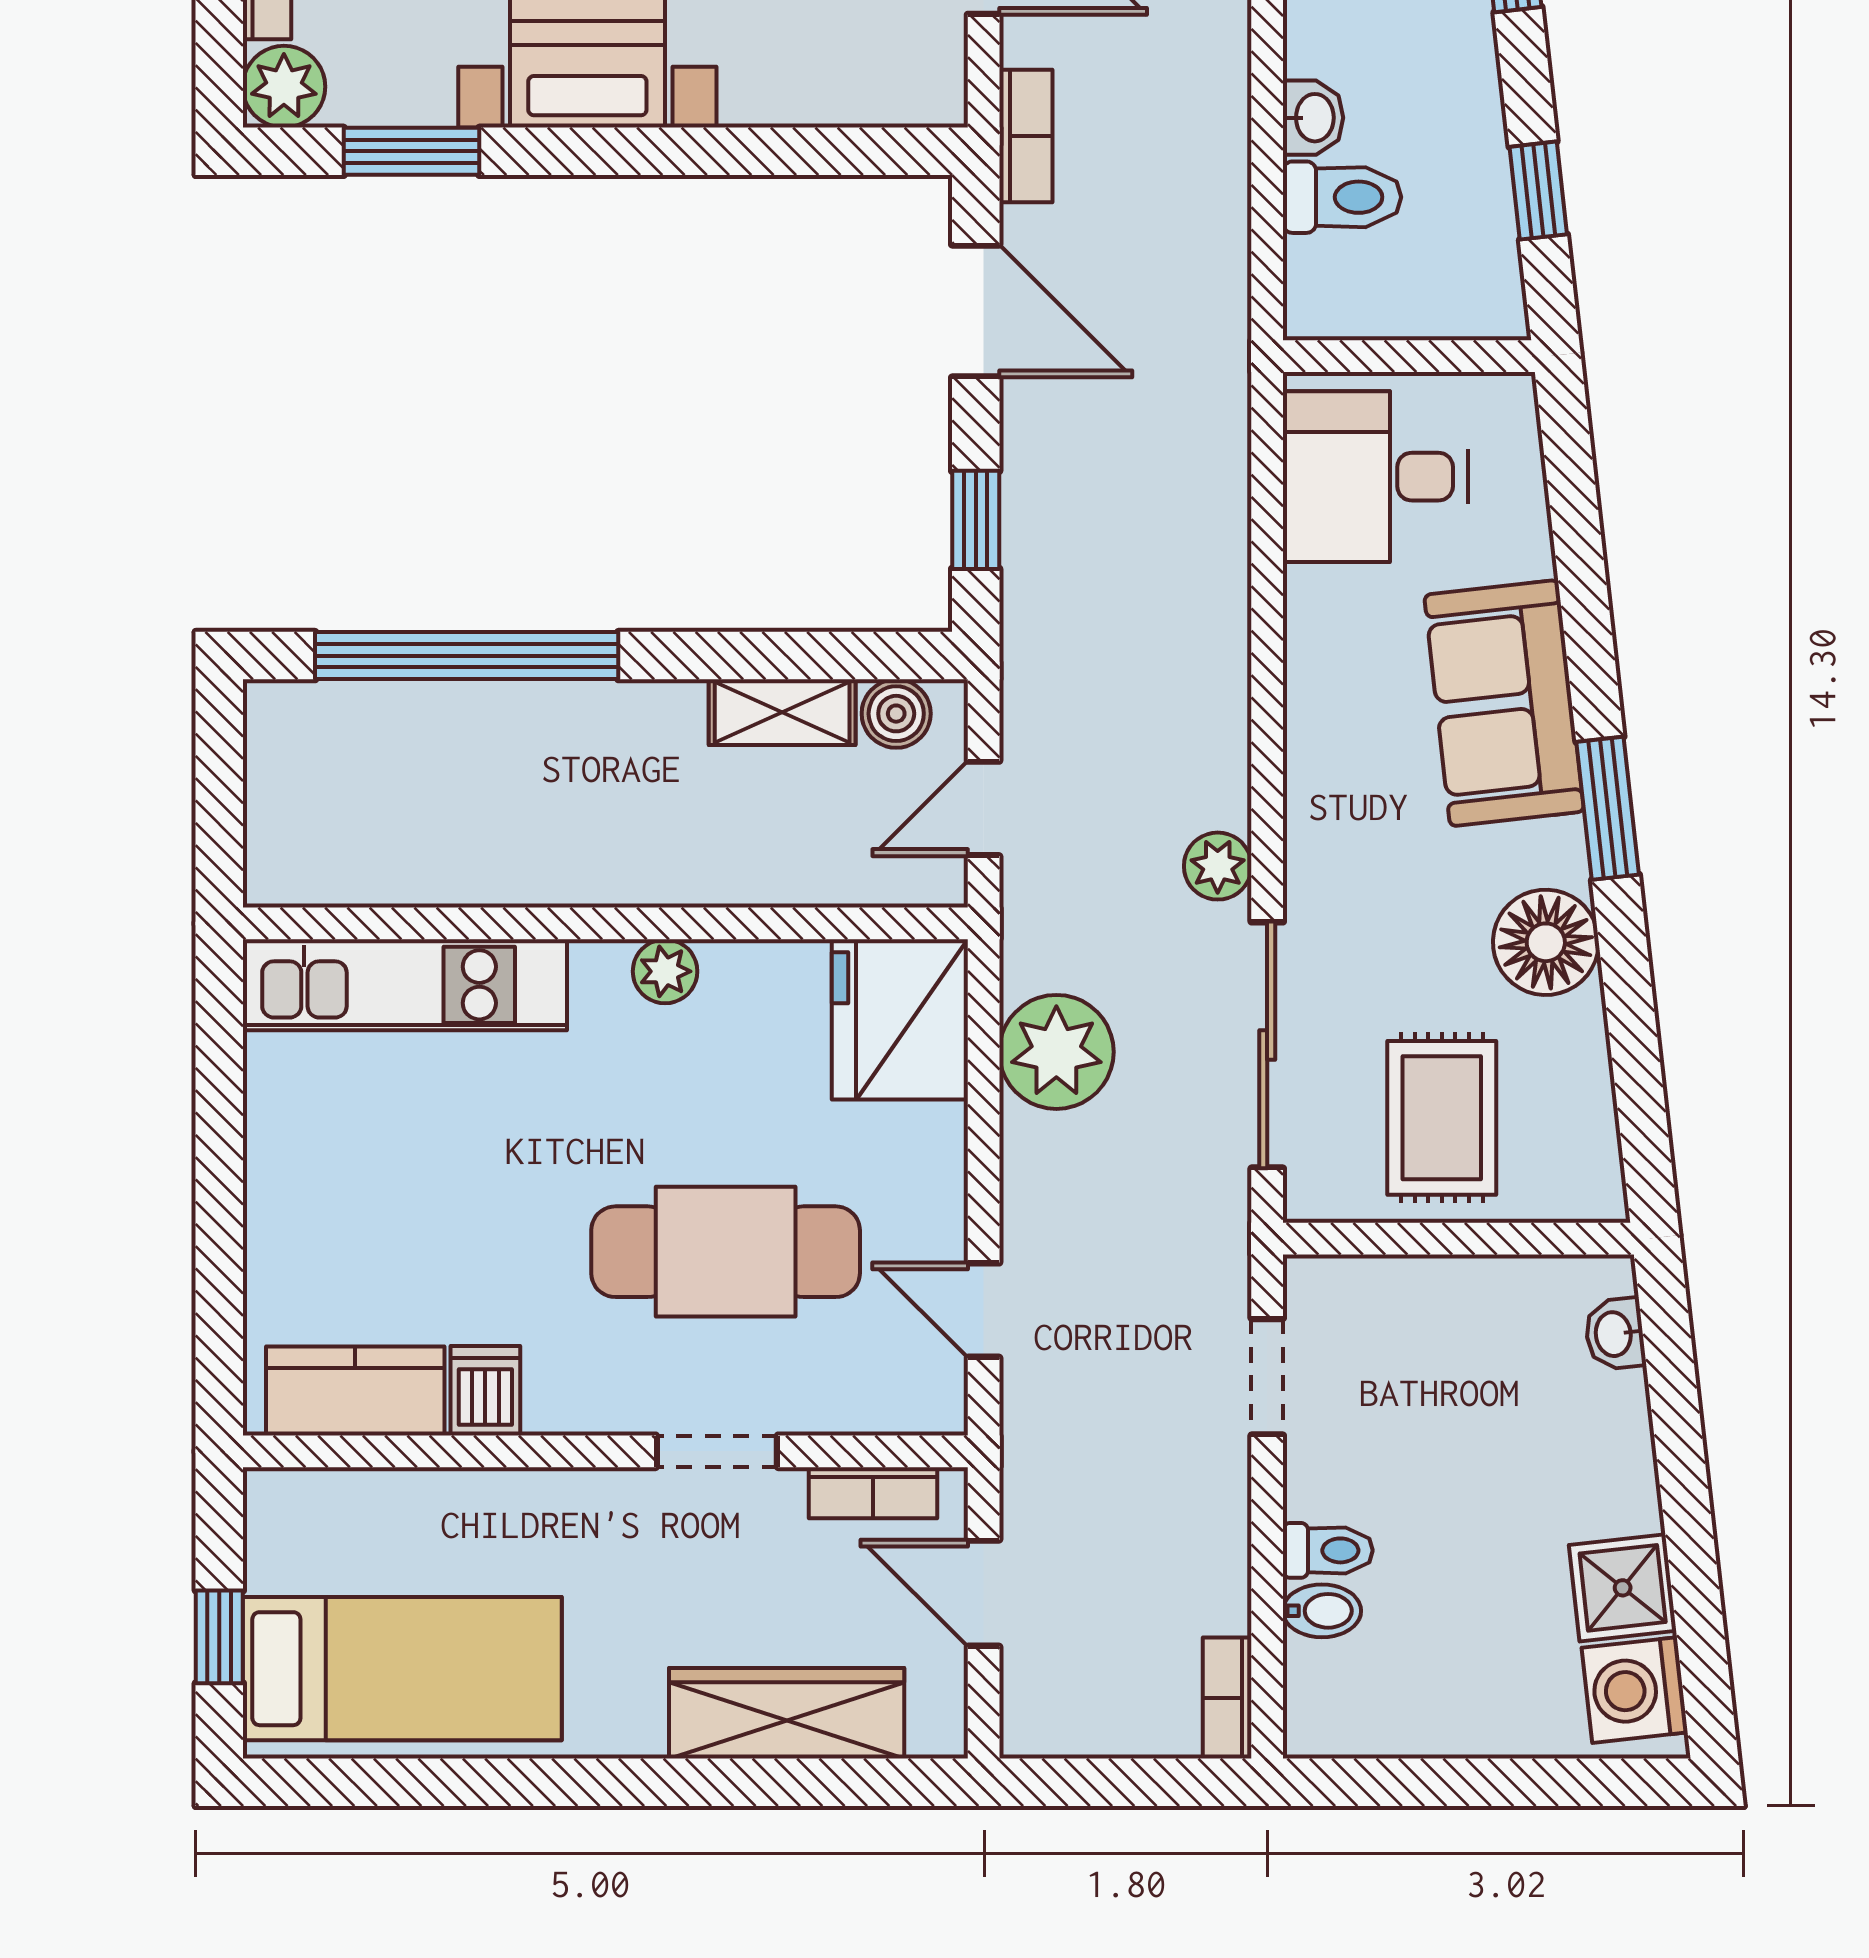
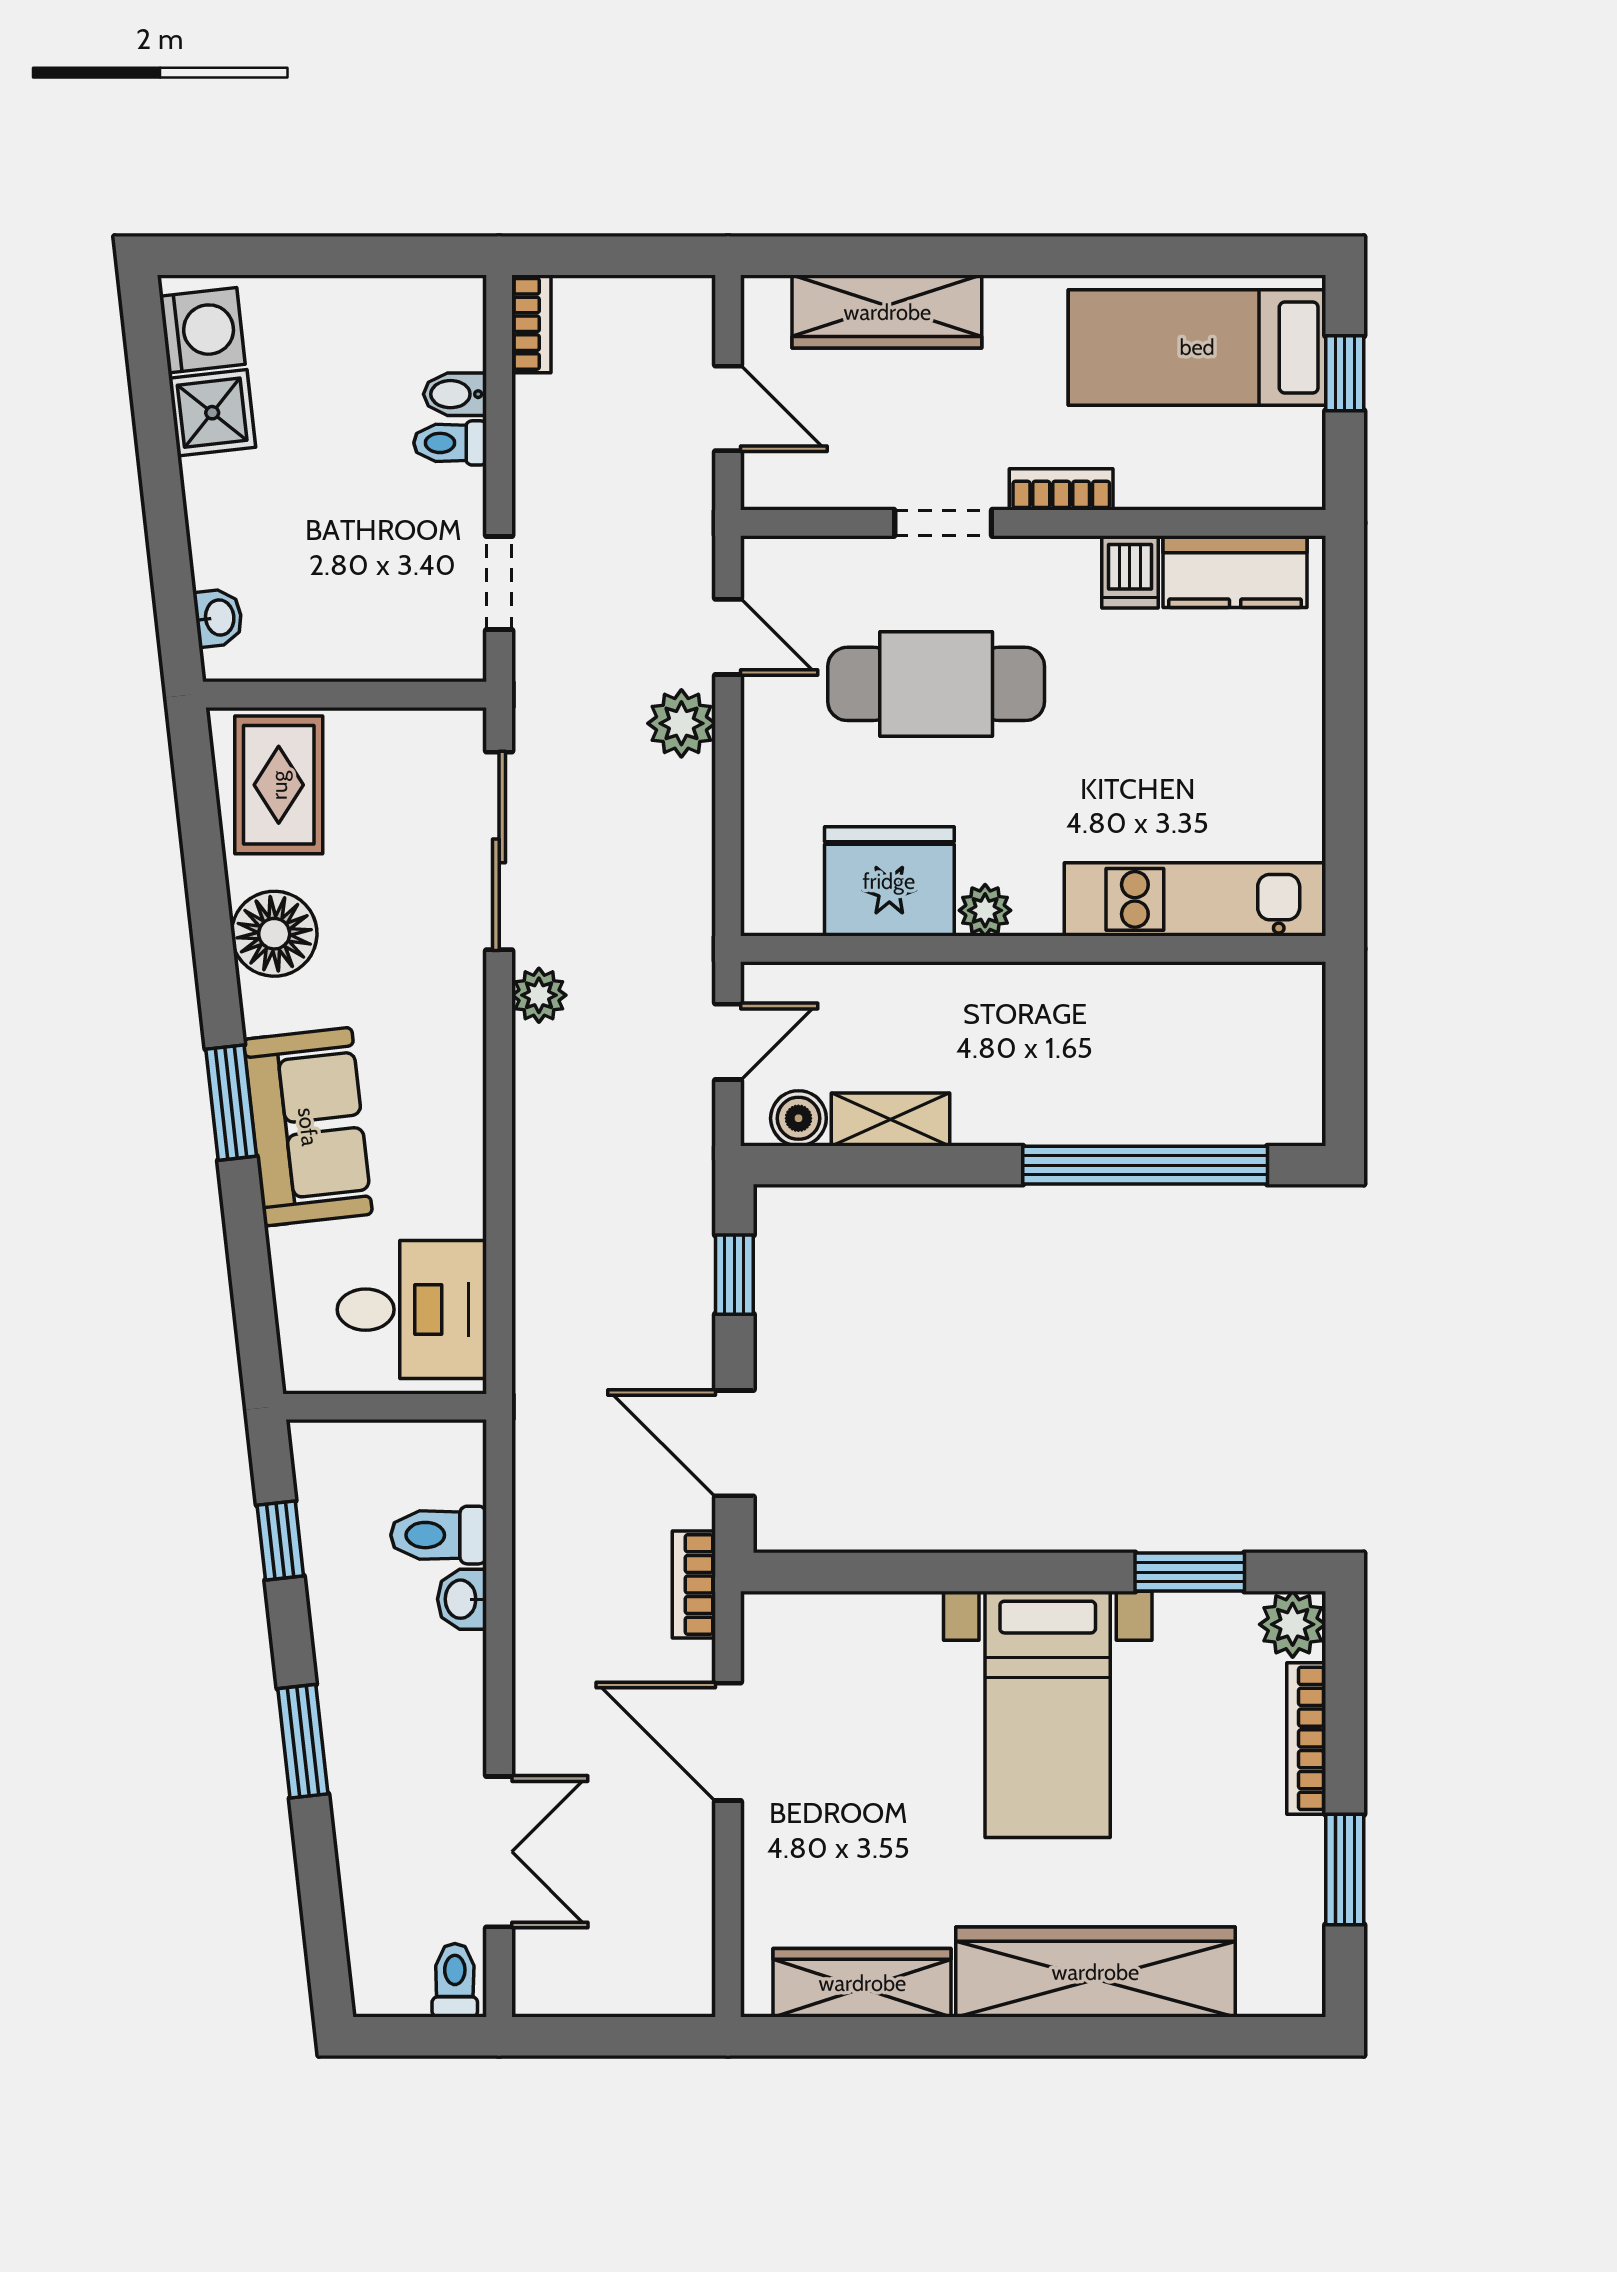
window: (1608, 808) -> (231, 1103), moved
fridge: (900, 1019) -> (889, 881), moved, turned -90
plant: (1056, 1052) -> (681, 723), moved, width x0.73, depth x0.73
rug: (1442, 1118) -> (279, 785), moved
bookcase: (873, 1493) -> (1061, 489), moved

